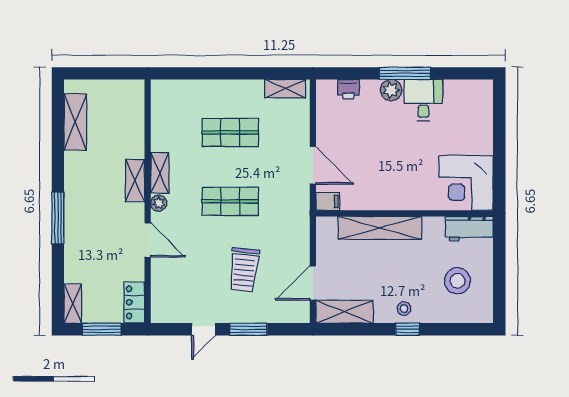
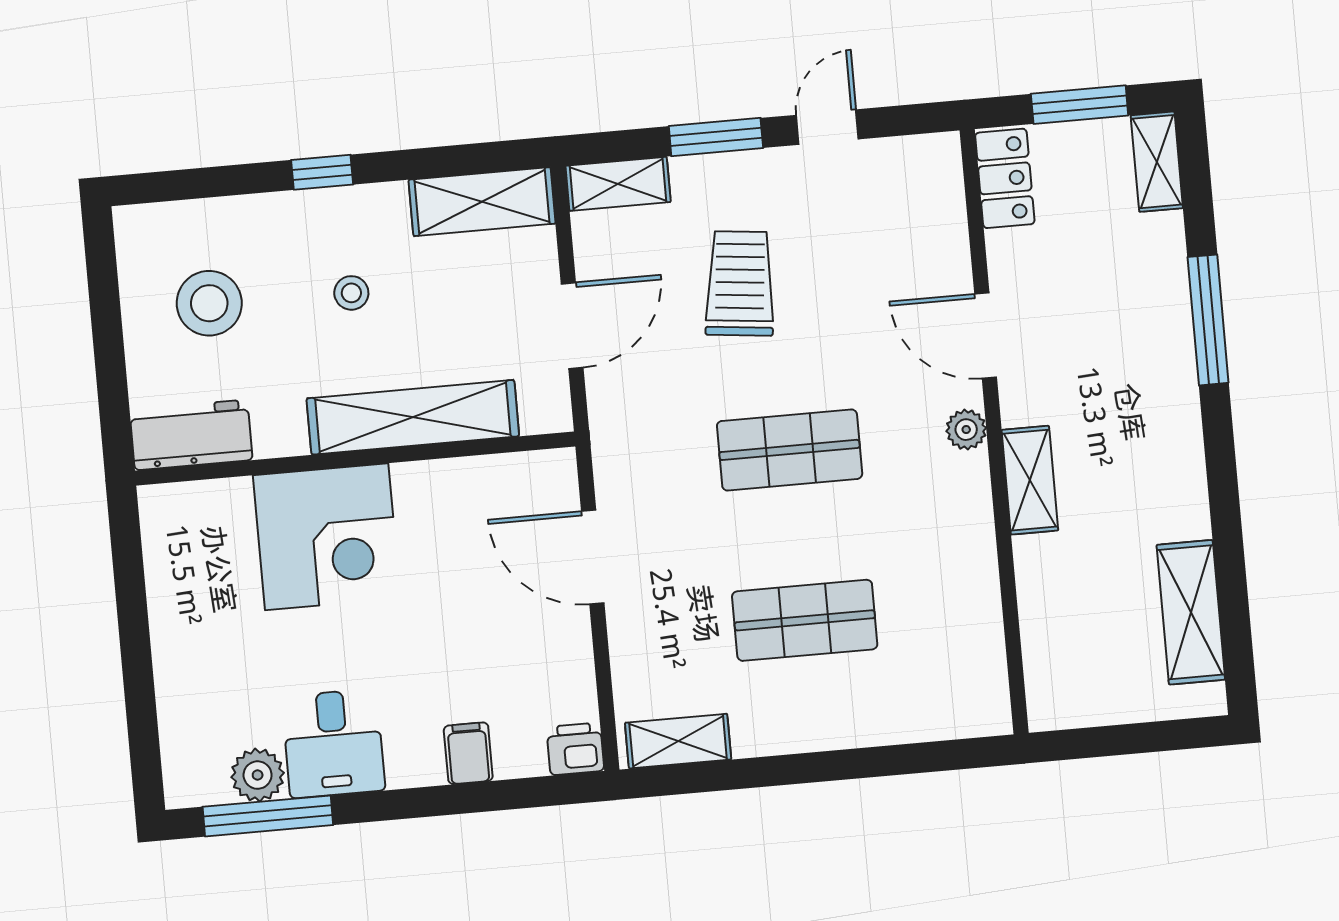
window: (405, 73) -> (268, 816), moved
printer: (348, 89) -> (575, 749), moved
plant: (391, 90) -> (258, 775), moved
shelving: (160, 173) -> (618, 184), moved, turned 90
corner desk: (466, 183) -> (327, 537), moved, turned 90
filing cabinet: (328, 201) -> (468, 753), moved, turned 90
window: (58, 218) -> (1208, 320), moved
door: (313, 283) -> (572, 326), moved
stool: (404, 309) -> (351, 293), moved

